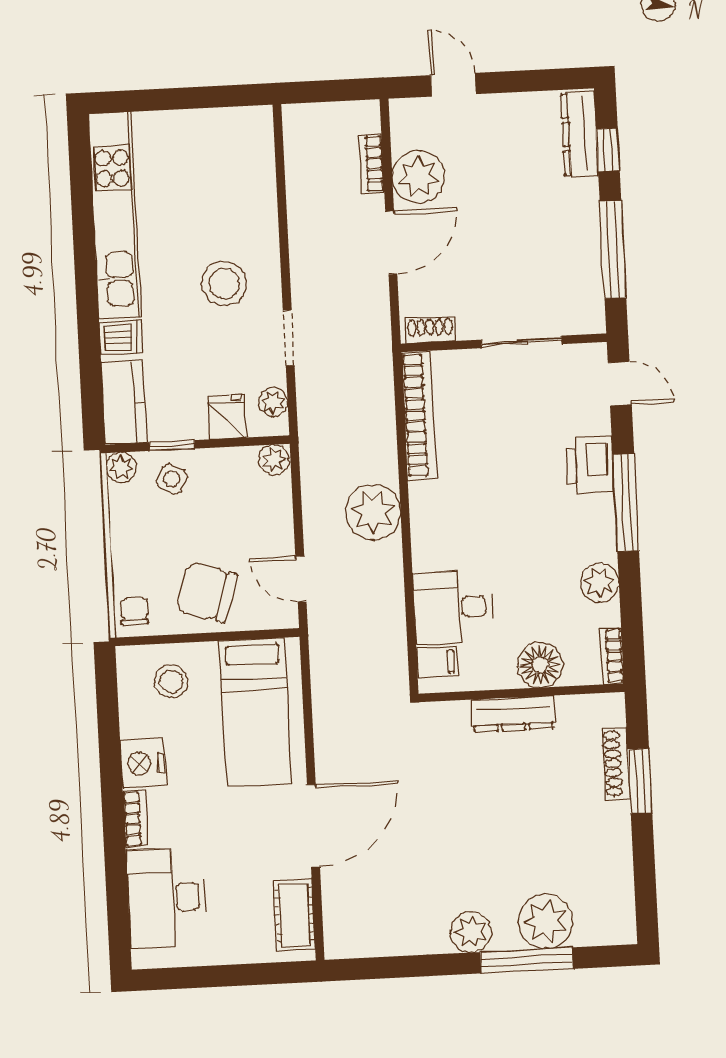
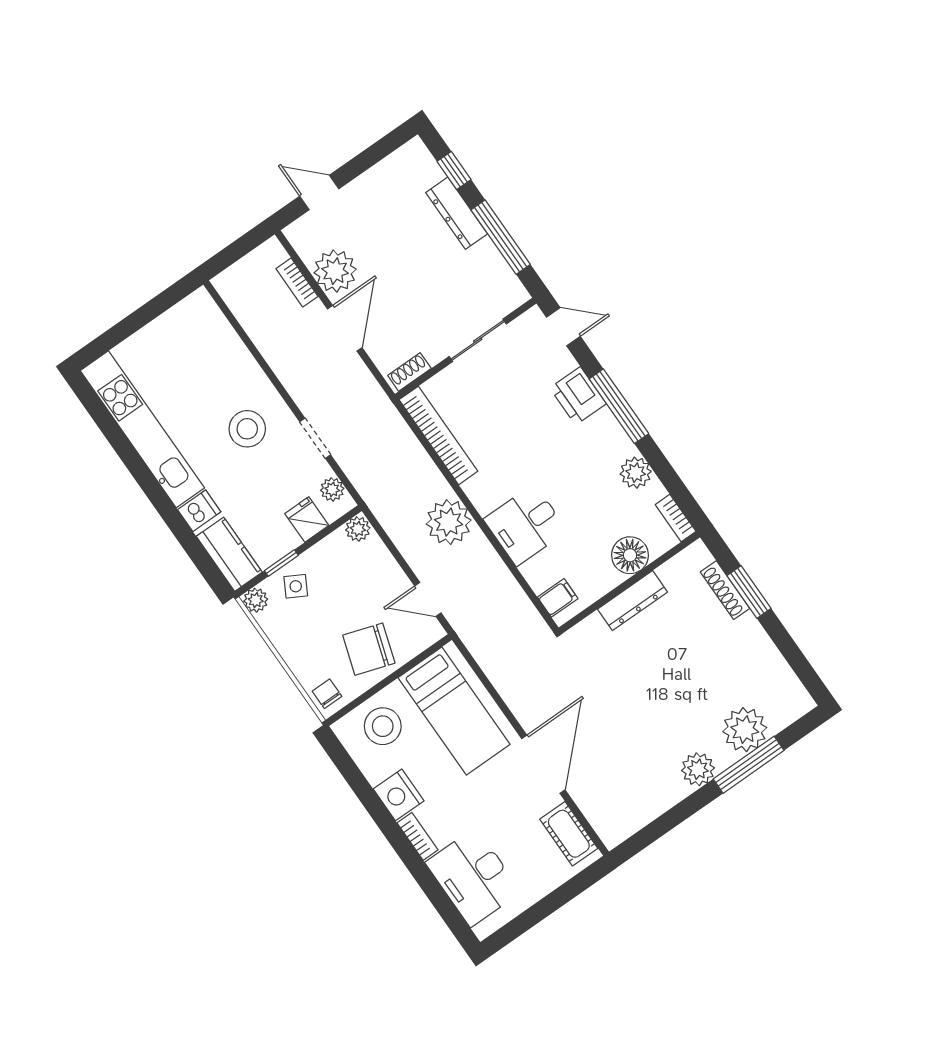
dresser: (580, 134) -> (457, 213), moved
desk: (453, 607) -> (525, 525), moved
stool: (171, 681) -> (383, 726), width x1.38, depth x1.38

